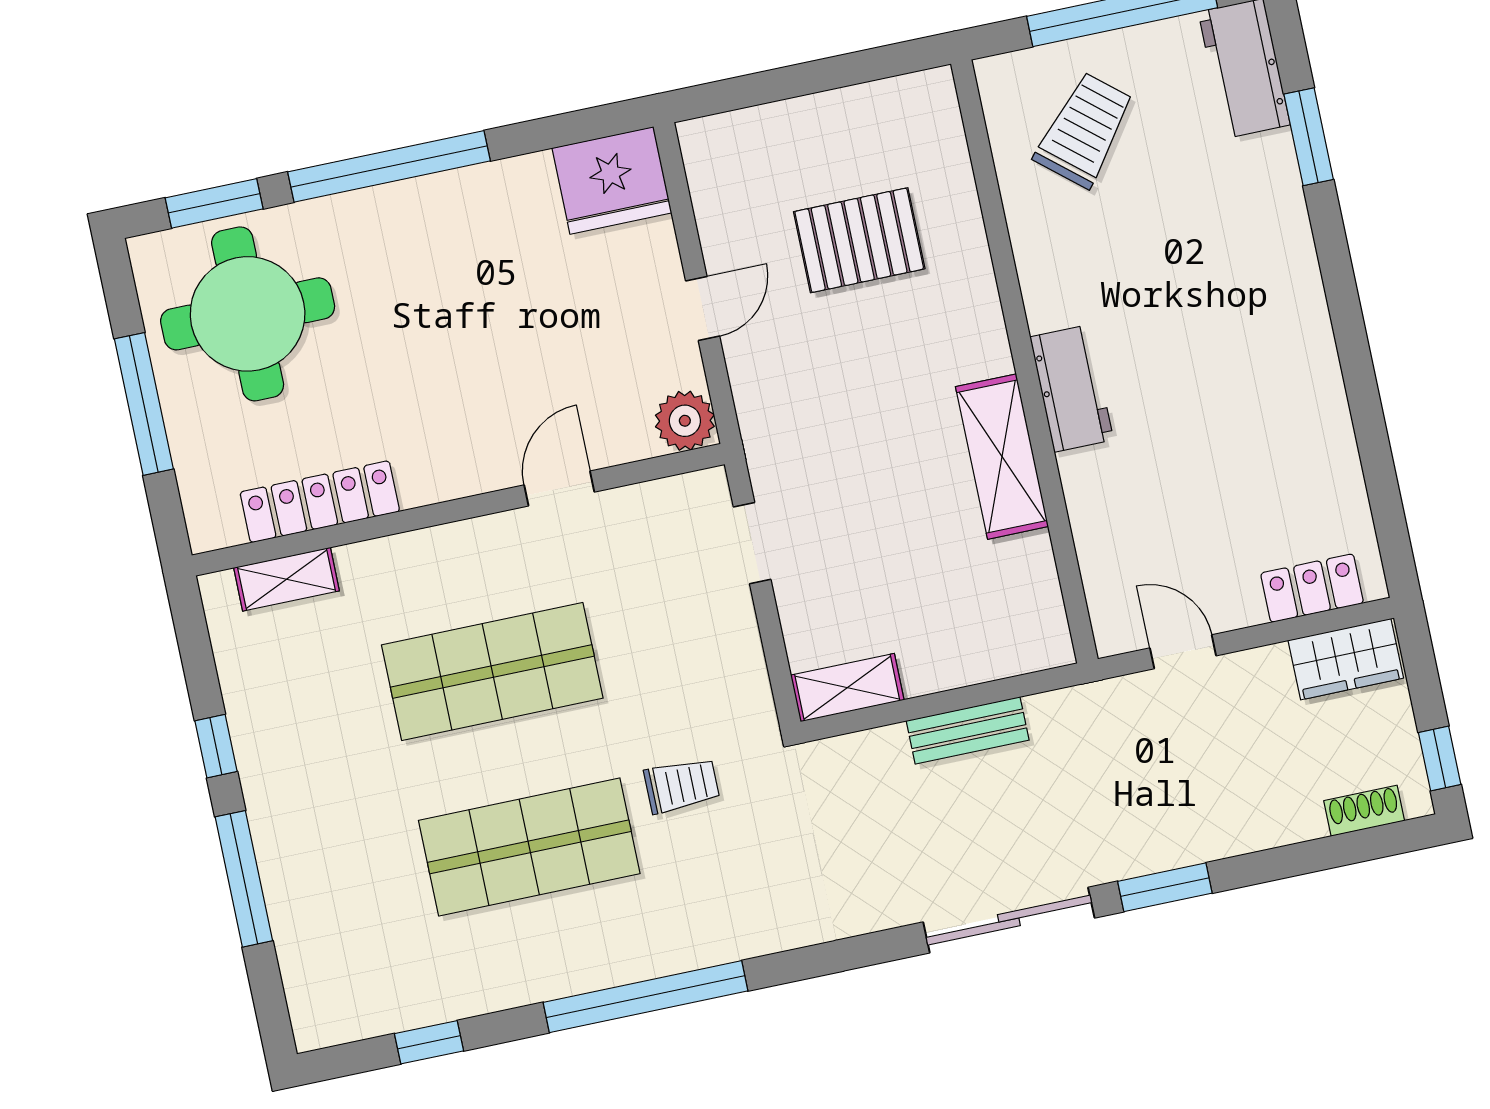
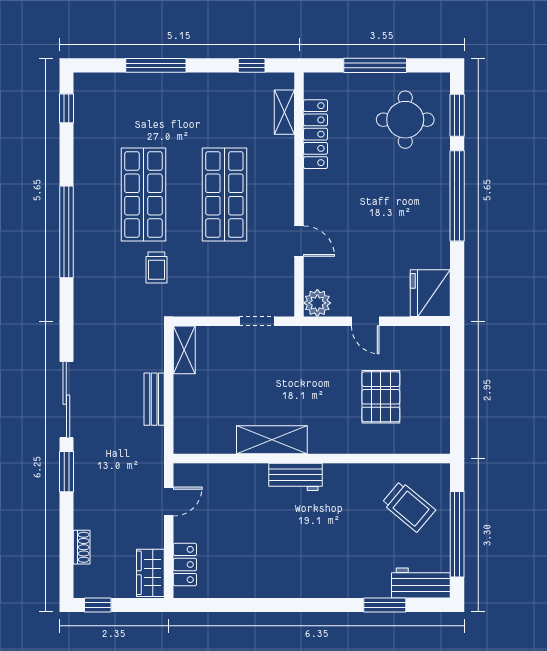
round table: (248, 314) -> (405, 120), width x0.73, depth x0.73
window: (216, 746) -> (252, 65), moved
shoe rack: (1364, 811) -> (82, 547), moved
window: (429, 1042) -> (66, 108), moved

